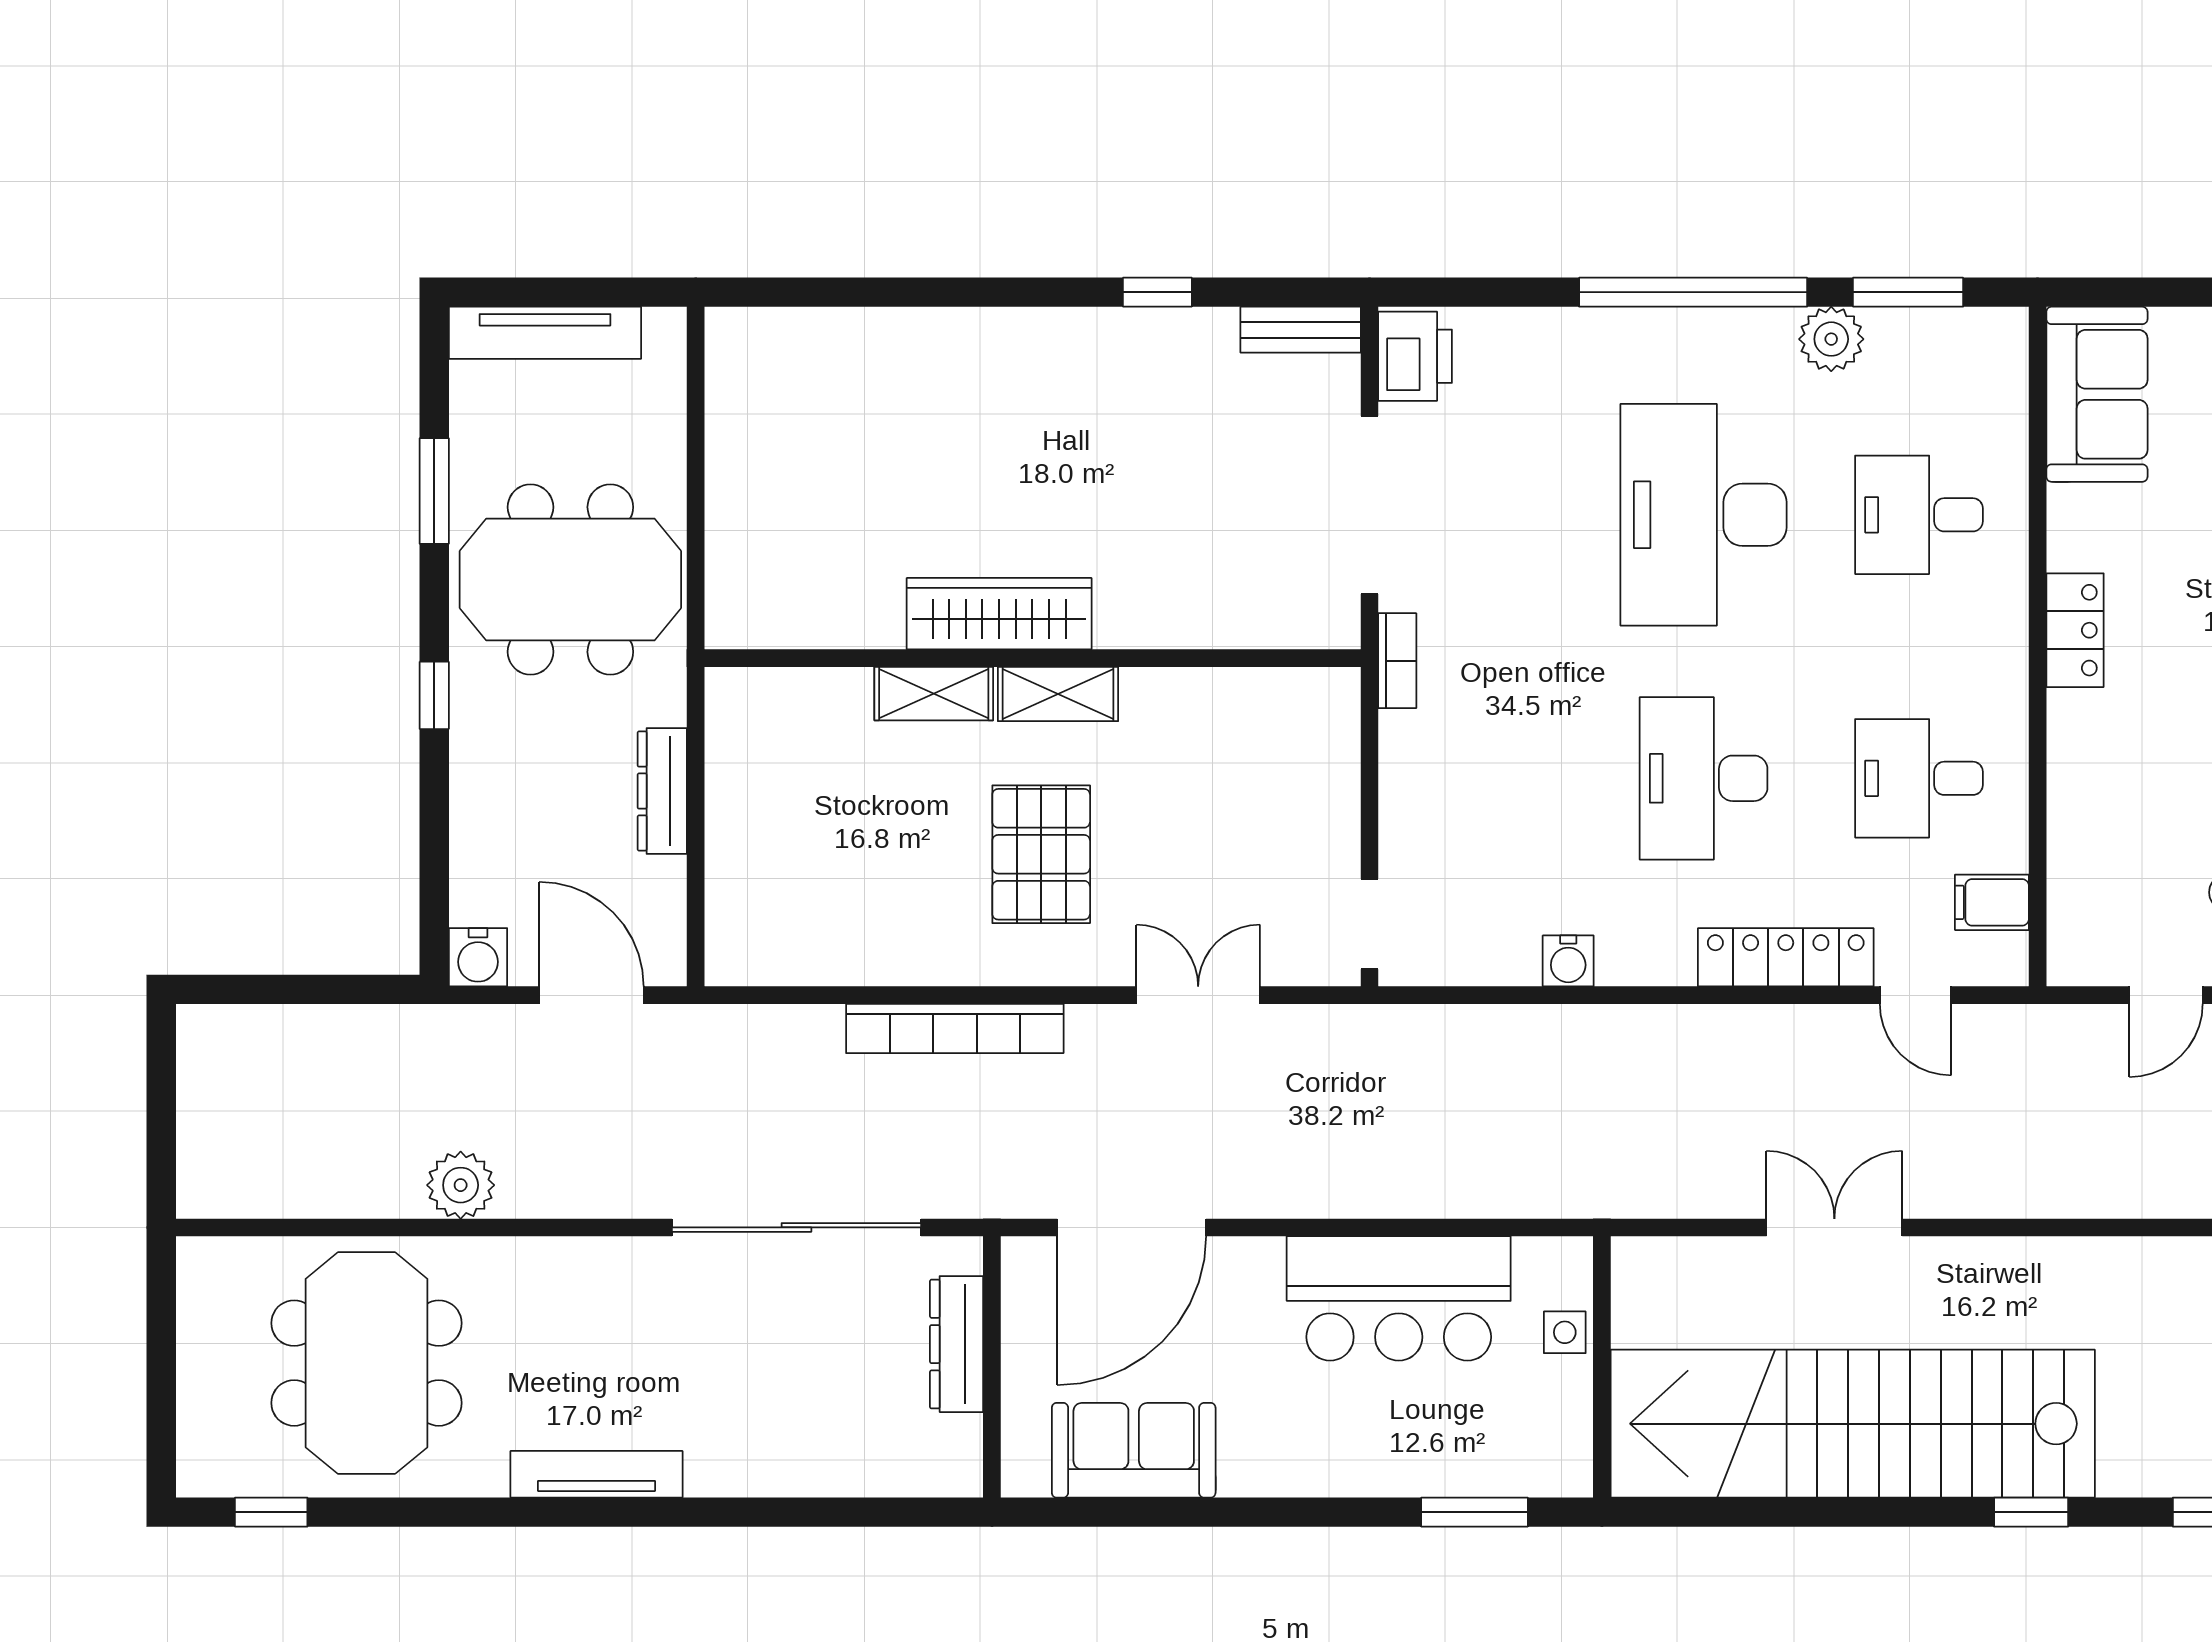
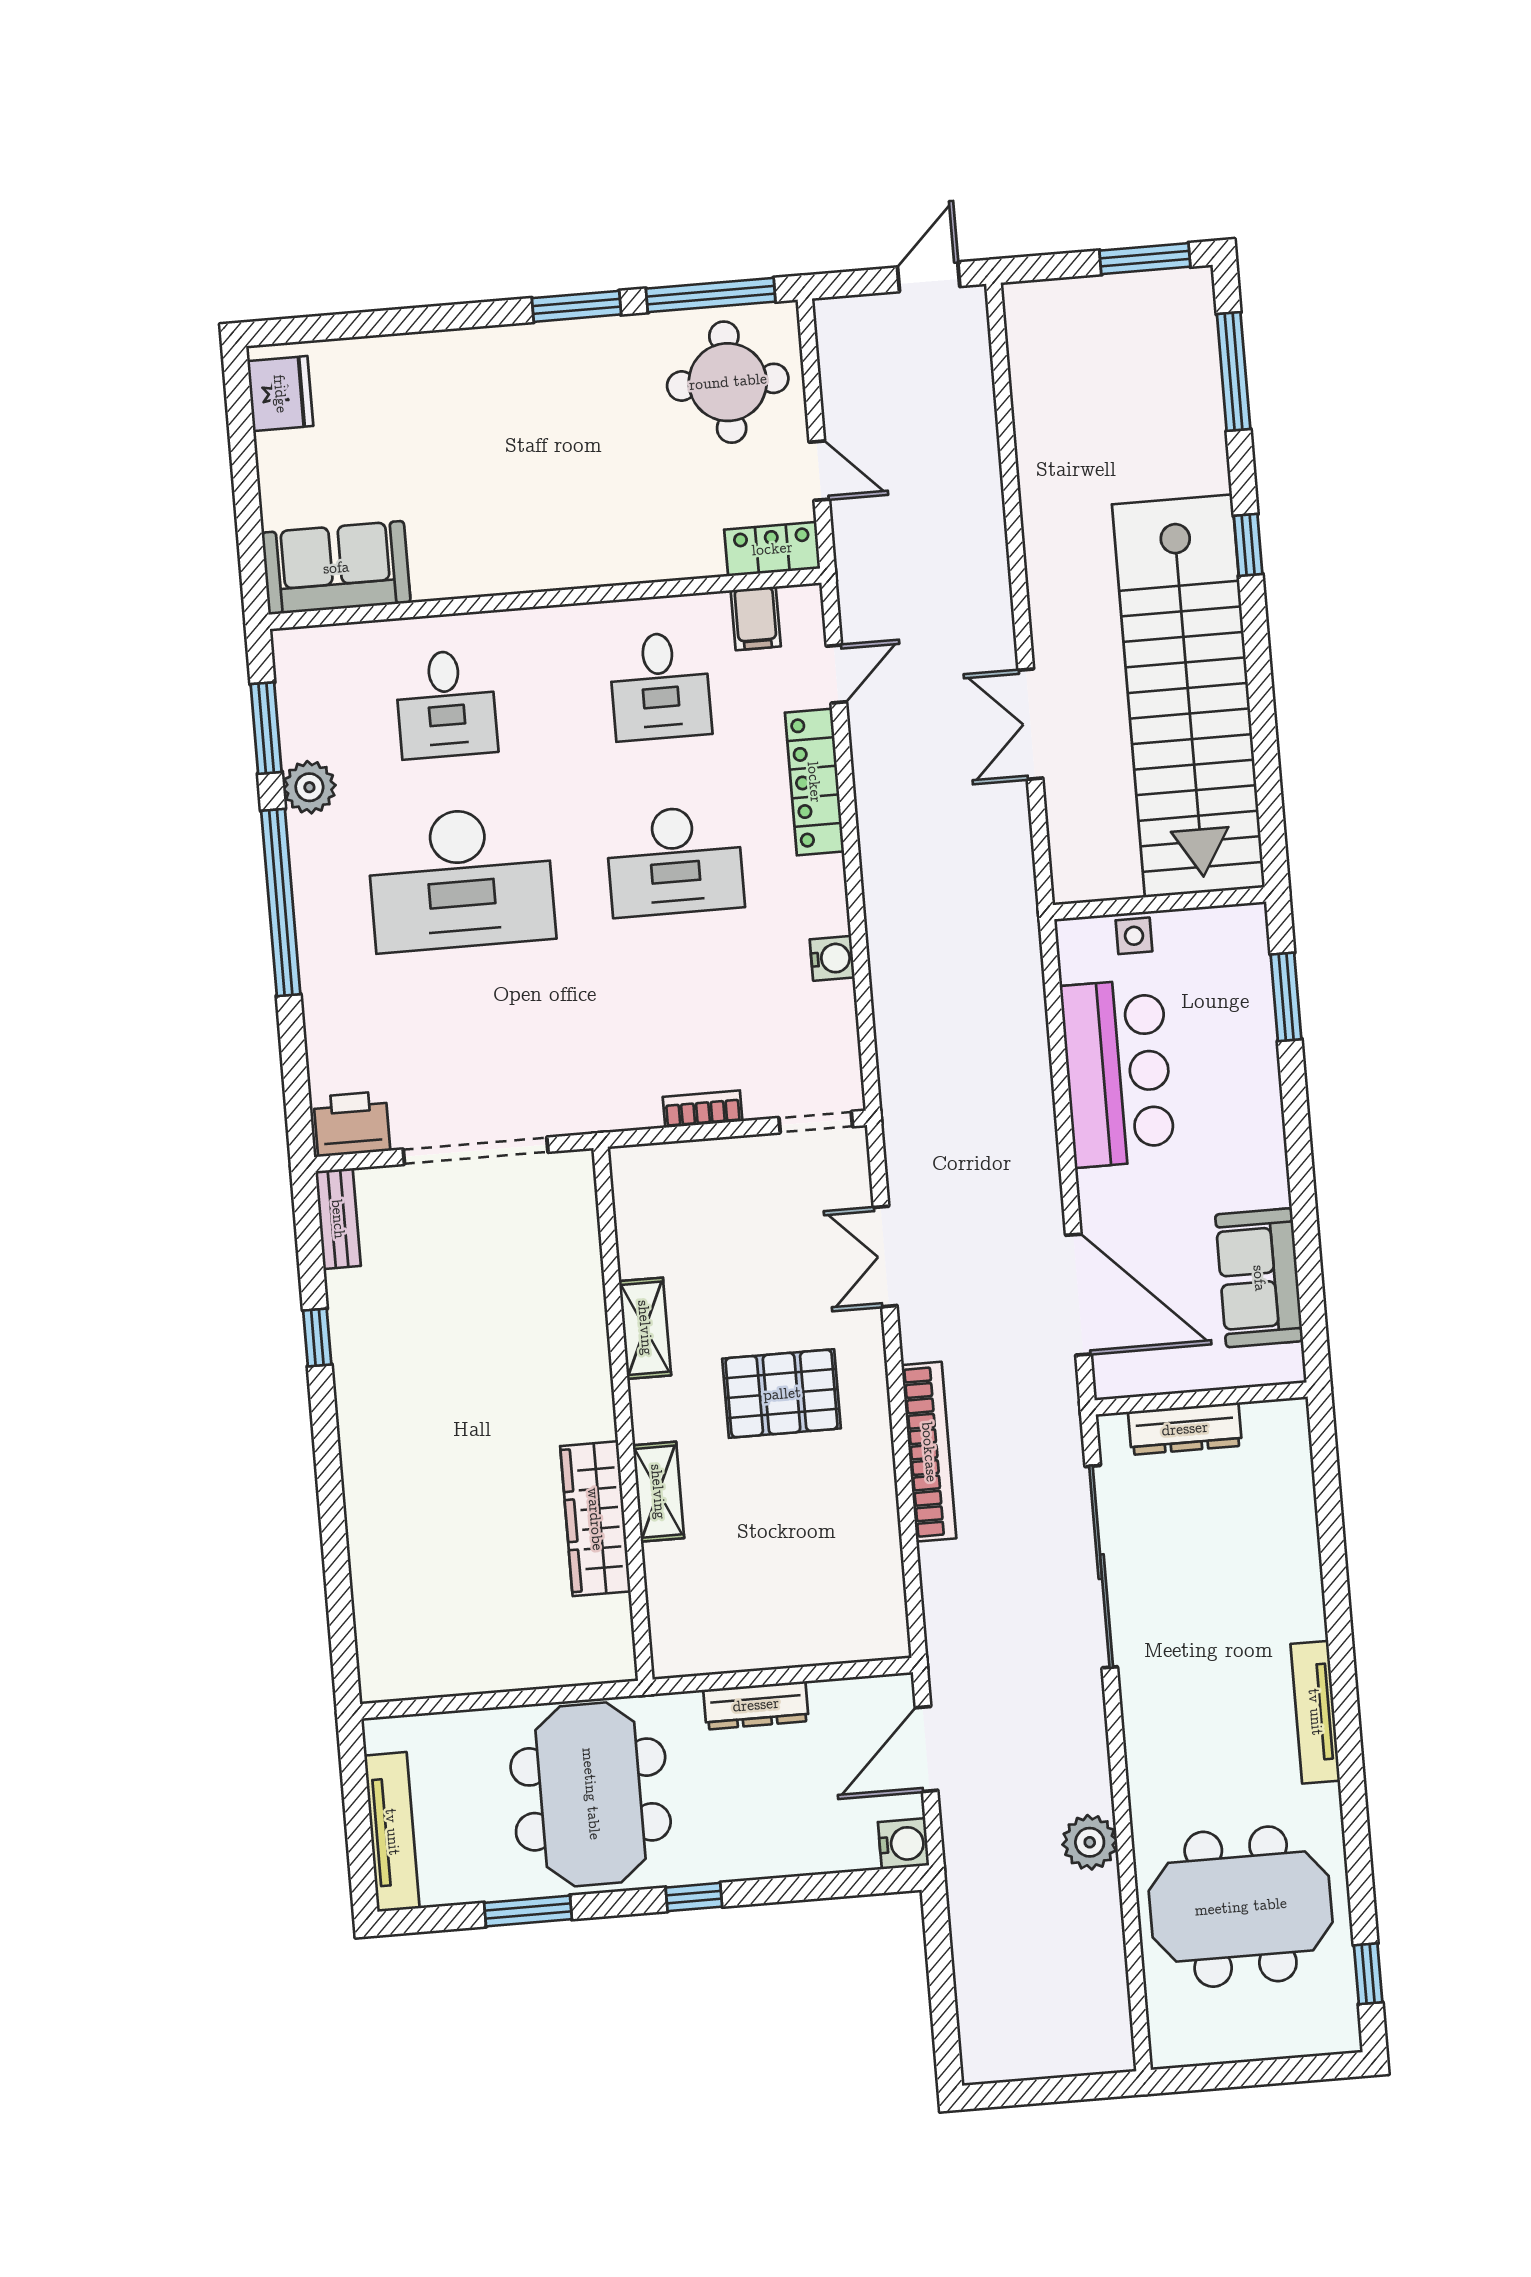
wardrobe: (999, 614) -> (595, 1519), moved
locker: (2075, 630) -> (772, 549), moved
bookcase: (1397, 661) -> (703, 1109), moved
shelving: (1058, 694) -> (645, 1328), moved

